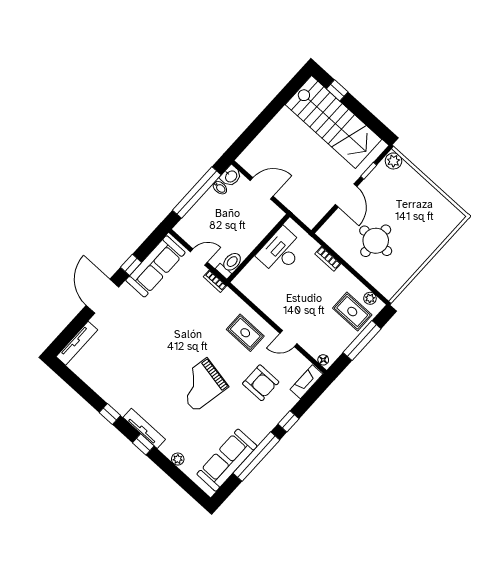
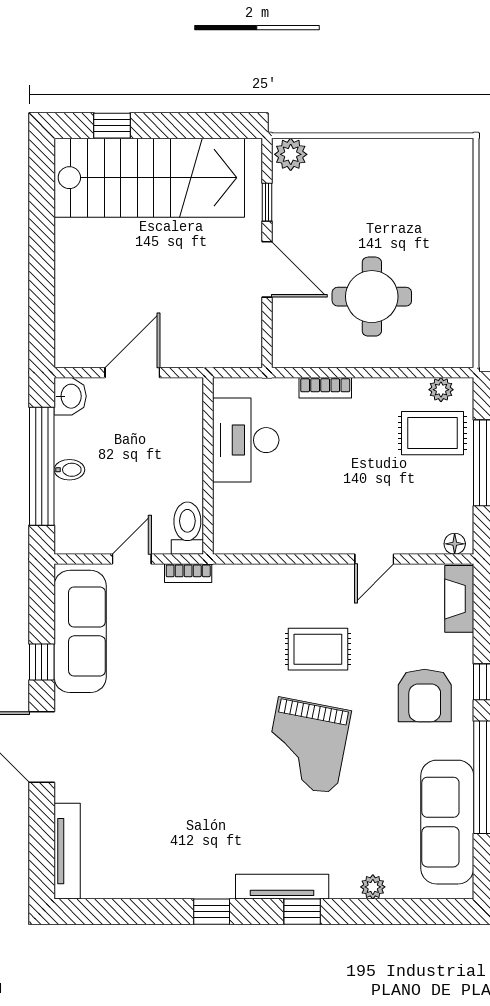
bidet: (220, 188) -> (69, 470), moved
rug: (245, 333) -> (318, 649), moved
armchair: (261, 383) -> (425, 695), moved, turned 90

